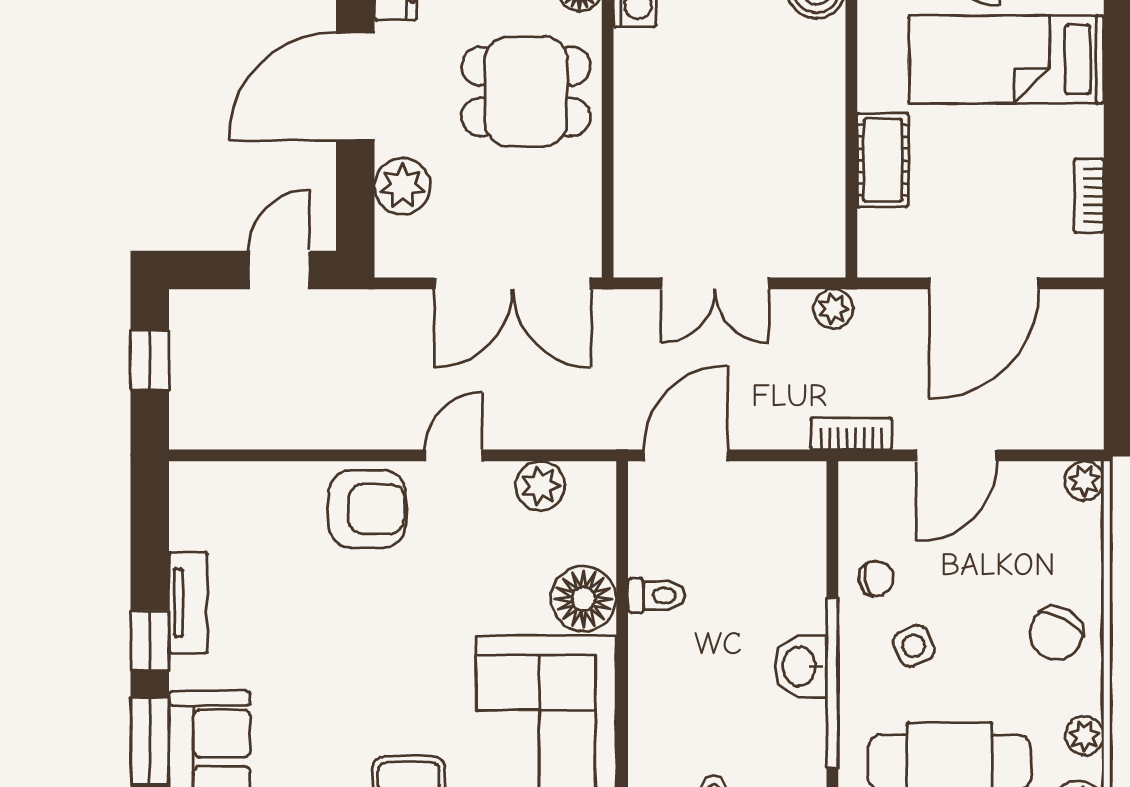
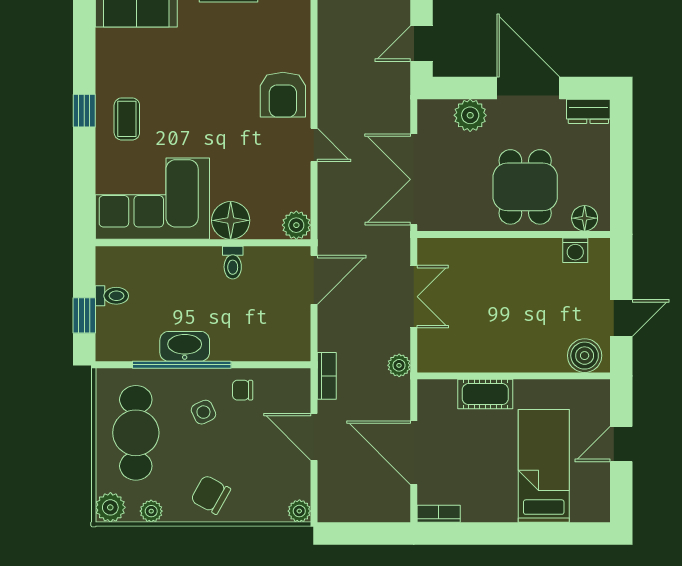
bookcase: (1089, 196) -> (439, 514), moved
door: (279, 270) -> (422, 44), swing flipped
double door: (715, 283) -> (414, 297), swing flipped
door: (686, 455) -> (314, 280), hinge flipped
plant: (540, 486) -> (296, 225), moved
chair: (876, 578) -> (243, 390), turned 100
washbasin: (801, 666) -> (185, 346), width x1.38

